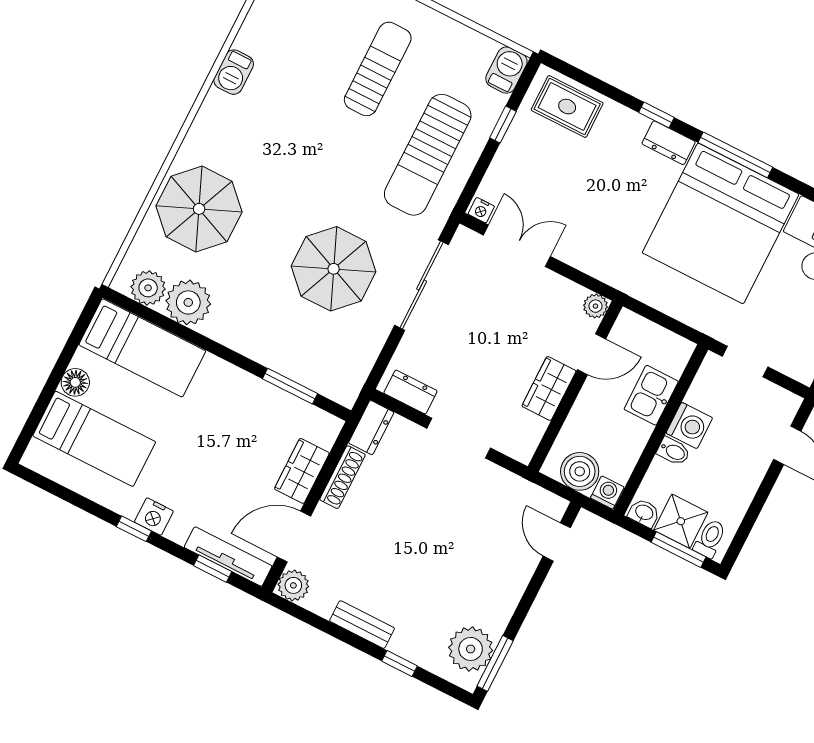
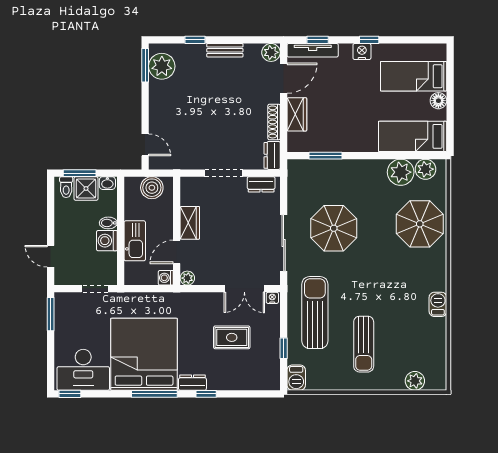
rug: (567, 107) -> (232, 337), moved
kitchen sink: (651, 395) -> (135, 241), width x1.38
washing machine: (607, 493) -> (166, 278), moved, turned 90

